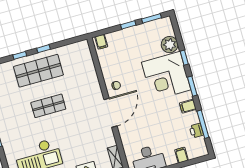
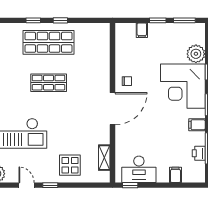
filing cabinet: (101, 42) -> (142, 30), moved

